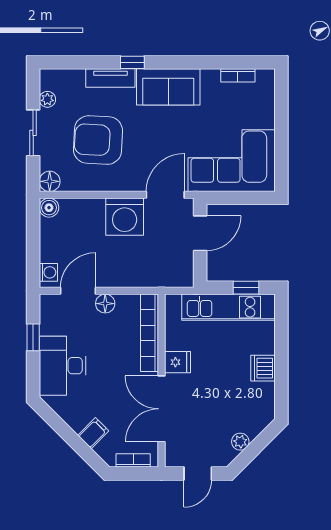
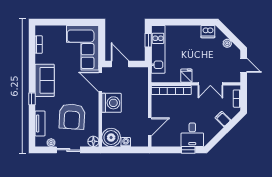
tv unit: (110, 78) -> (40, 123), moved
boiler: (49, 208) -> (111, 137), width x1.86, depth x1.86
washing machine: (48, 272) -> (126, 142), moved
door: (78, 291) -> (150, 127), swing flipped
floor lamp: (105, 304) -> (156, 113), removed
window: (33, 337) -> (188, 150), moved
desk: (63, 366) -> (192, 135), width x0.73
dishwasher: (263, 368) -> (208, 32), moved
double door: (161, 409) -> (210, 84), width x0.73

